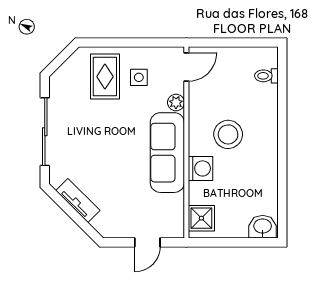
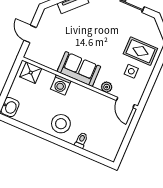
toilet: (266, 76) -> (81, 140), moved
stool: (228, 134) -> (61, 124), moved
sofa: (167, 153) -> (79, 69), width x0.73

